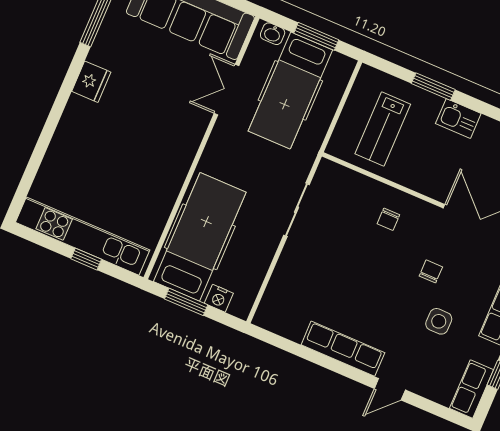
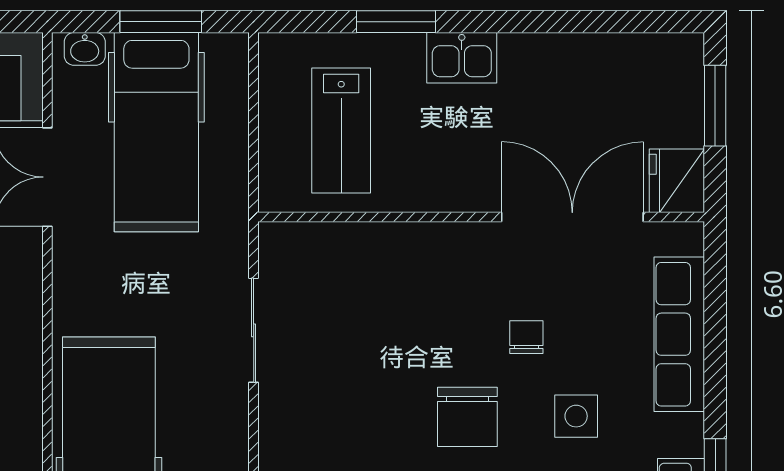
chair: (388, 219) -> (467, 417), moved, width x1.87, depth x1.87

